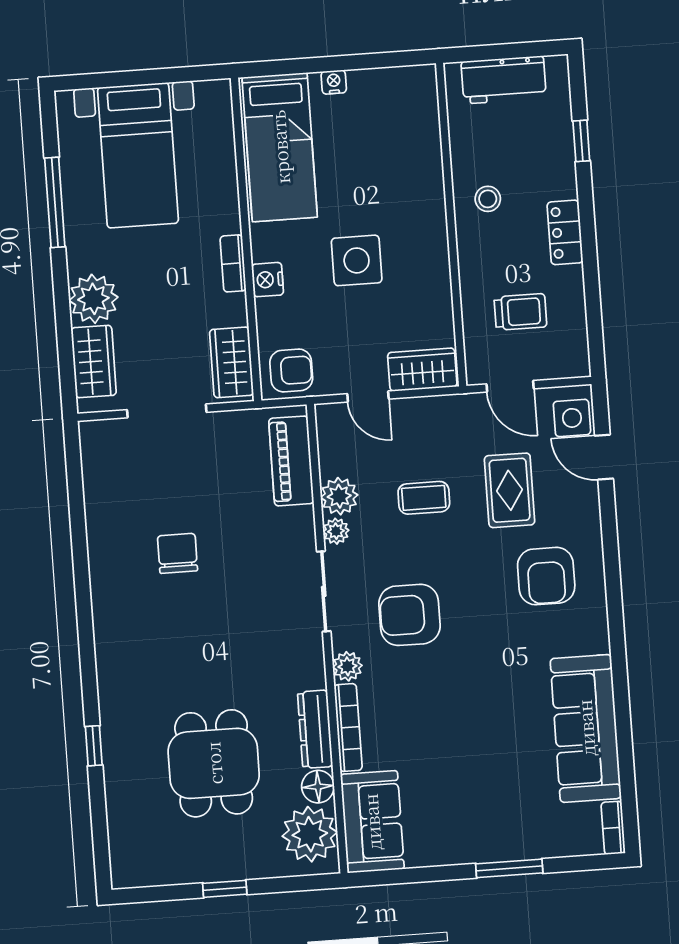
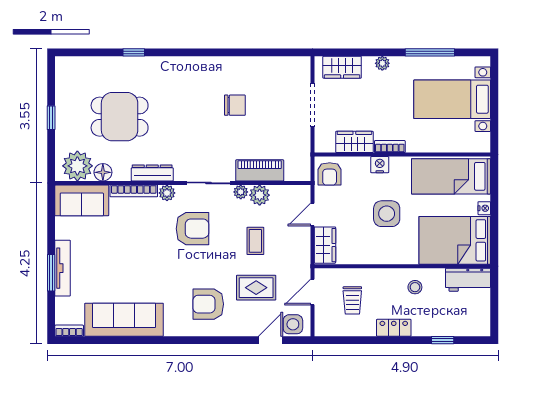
workbench: (504, 80) -> (468, 280), moved, turned -90
bed: (397, 132) -> (455, 240), added
plant: (93, 299) -> (382, 63), width x0.53, depth x0.53
wardrobe: (232, 362) -> (354, 142), moved
piano: (291, 461) -> (260, 170), moved
armchair: (409, 615) -> (192, 229), turned 90
dresser: (315, 729) -> (152, 173), moved
tv unit: (499, 848) -> (63, 268), added

